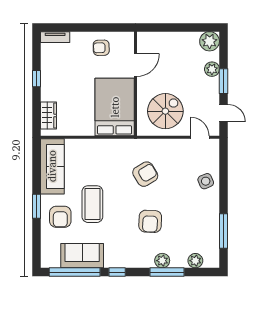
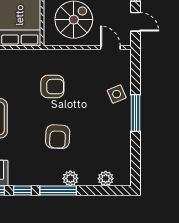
armchair: (145, 174) -> (52, 87), turned 31
window: (223, 231) -> (135, 113), moved
window: (167, 272) -> (58, 191), moved

